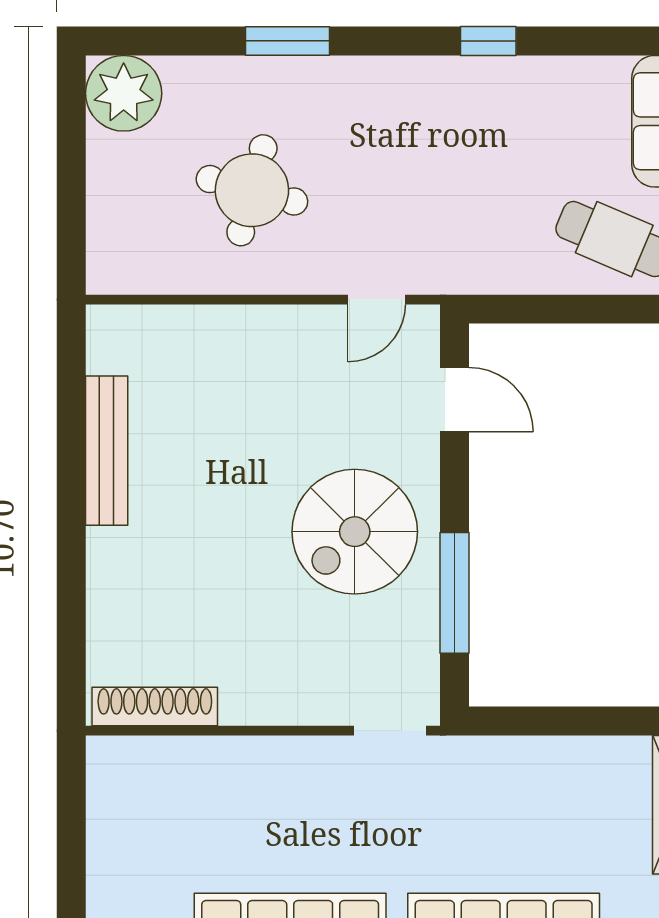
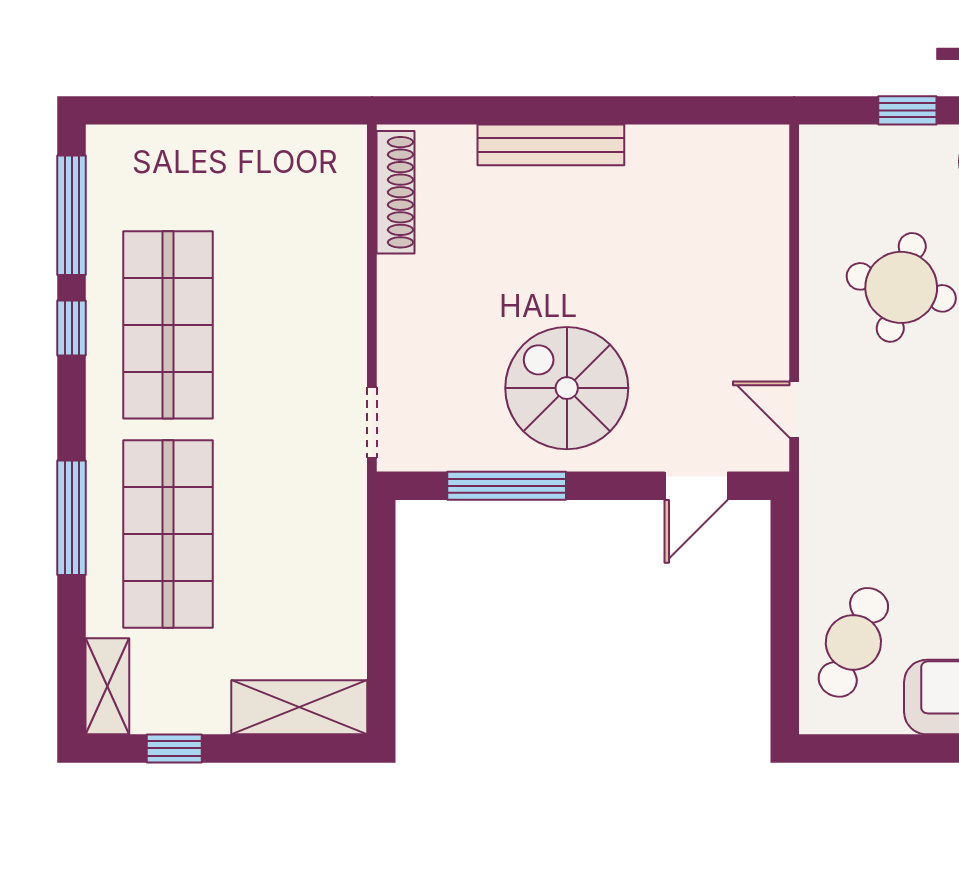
window: (71, 184) -> (907, 110), added
bench: (107, 451) -> (551, 145), moved

